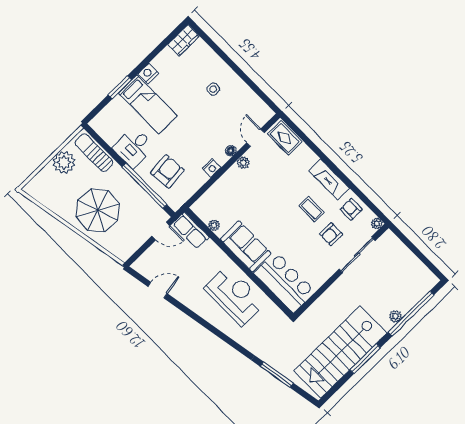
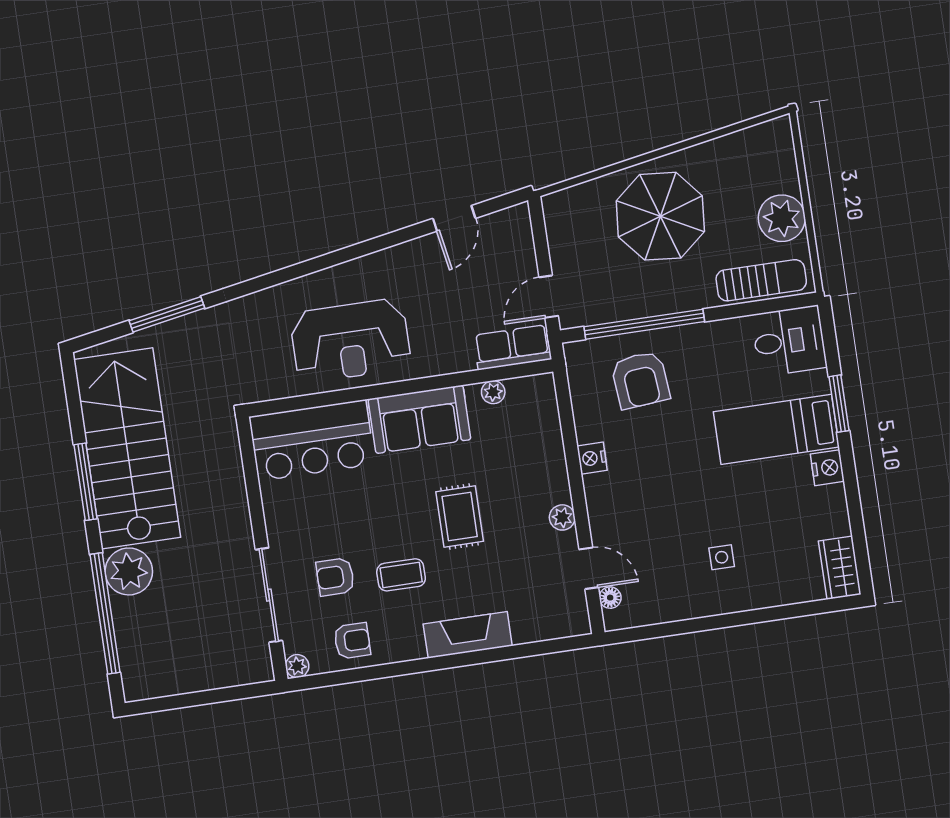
rug: (284, 138) -> (460, 517), moved, turned 90
desk: (134, 147) -> (789, 341), moved, turned 90
floor lamp: (231, 151) -> (610, 598), moved
fireplace: (329, 179) -> (468, 635), moved
armchair: (331, 234) -> (335, 577), turned -90
plant: (395, 316) -> (129, 571), width x1.88, depth x1.88

